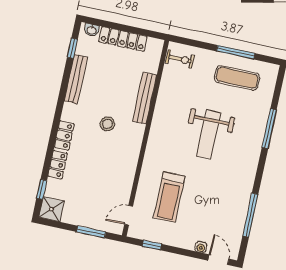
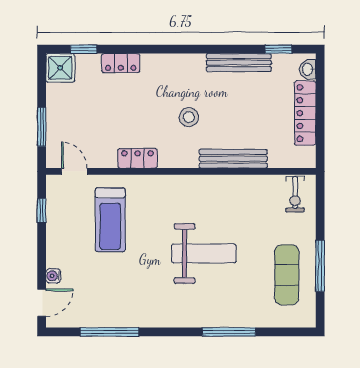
weight bench: (209, 134) -> (204, 254), turned 180
locker: (64, 135) -> (138, 158), moved, turned 180
treadmill: (169, 197) -> (110, 220), turned -90

